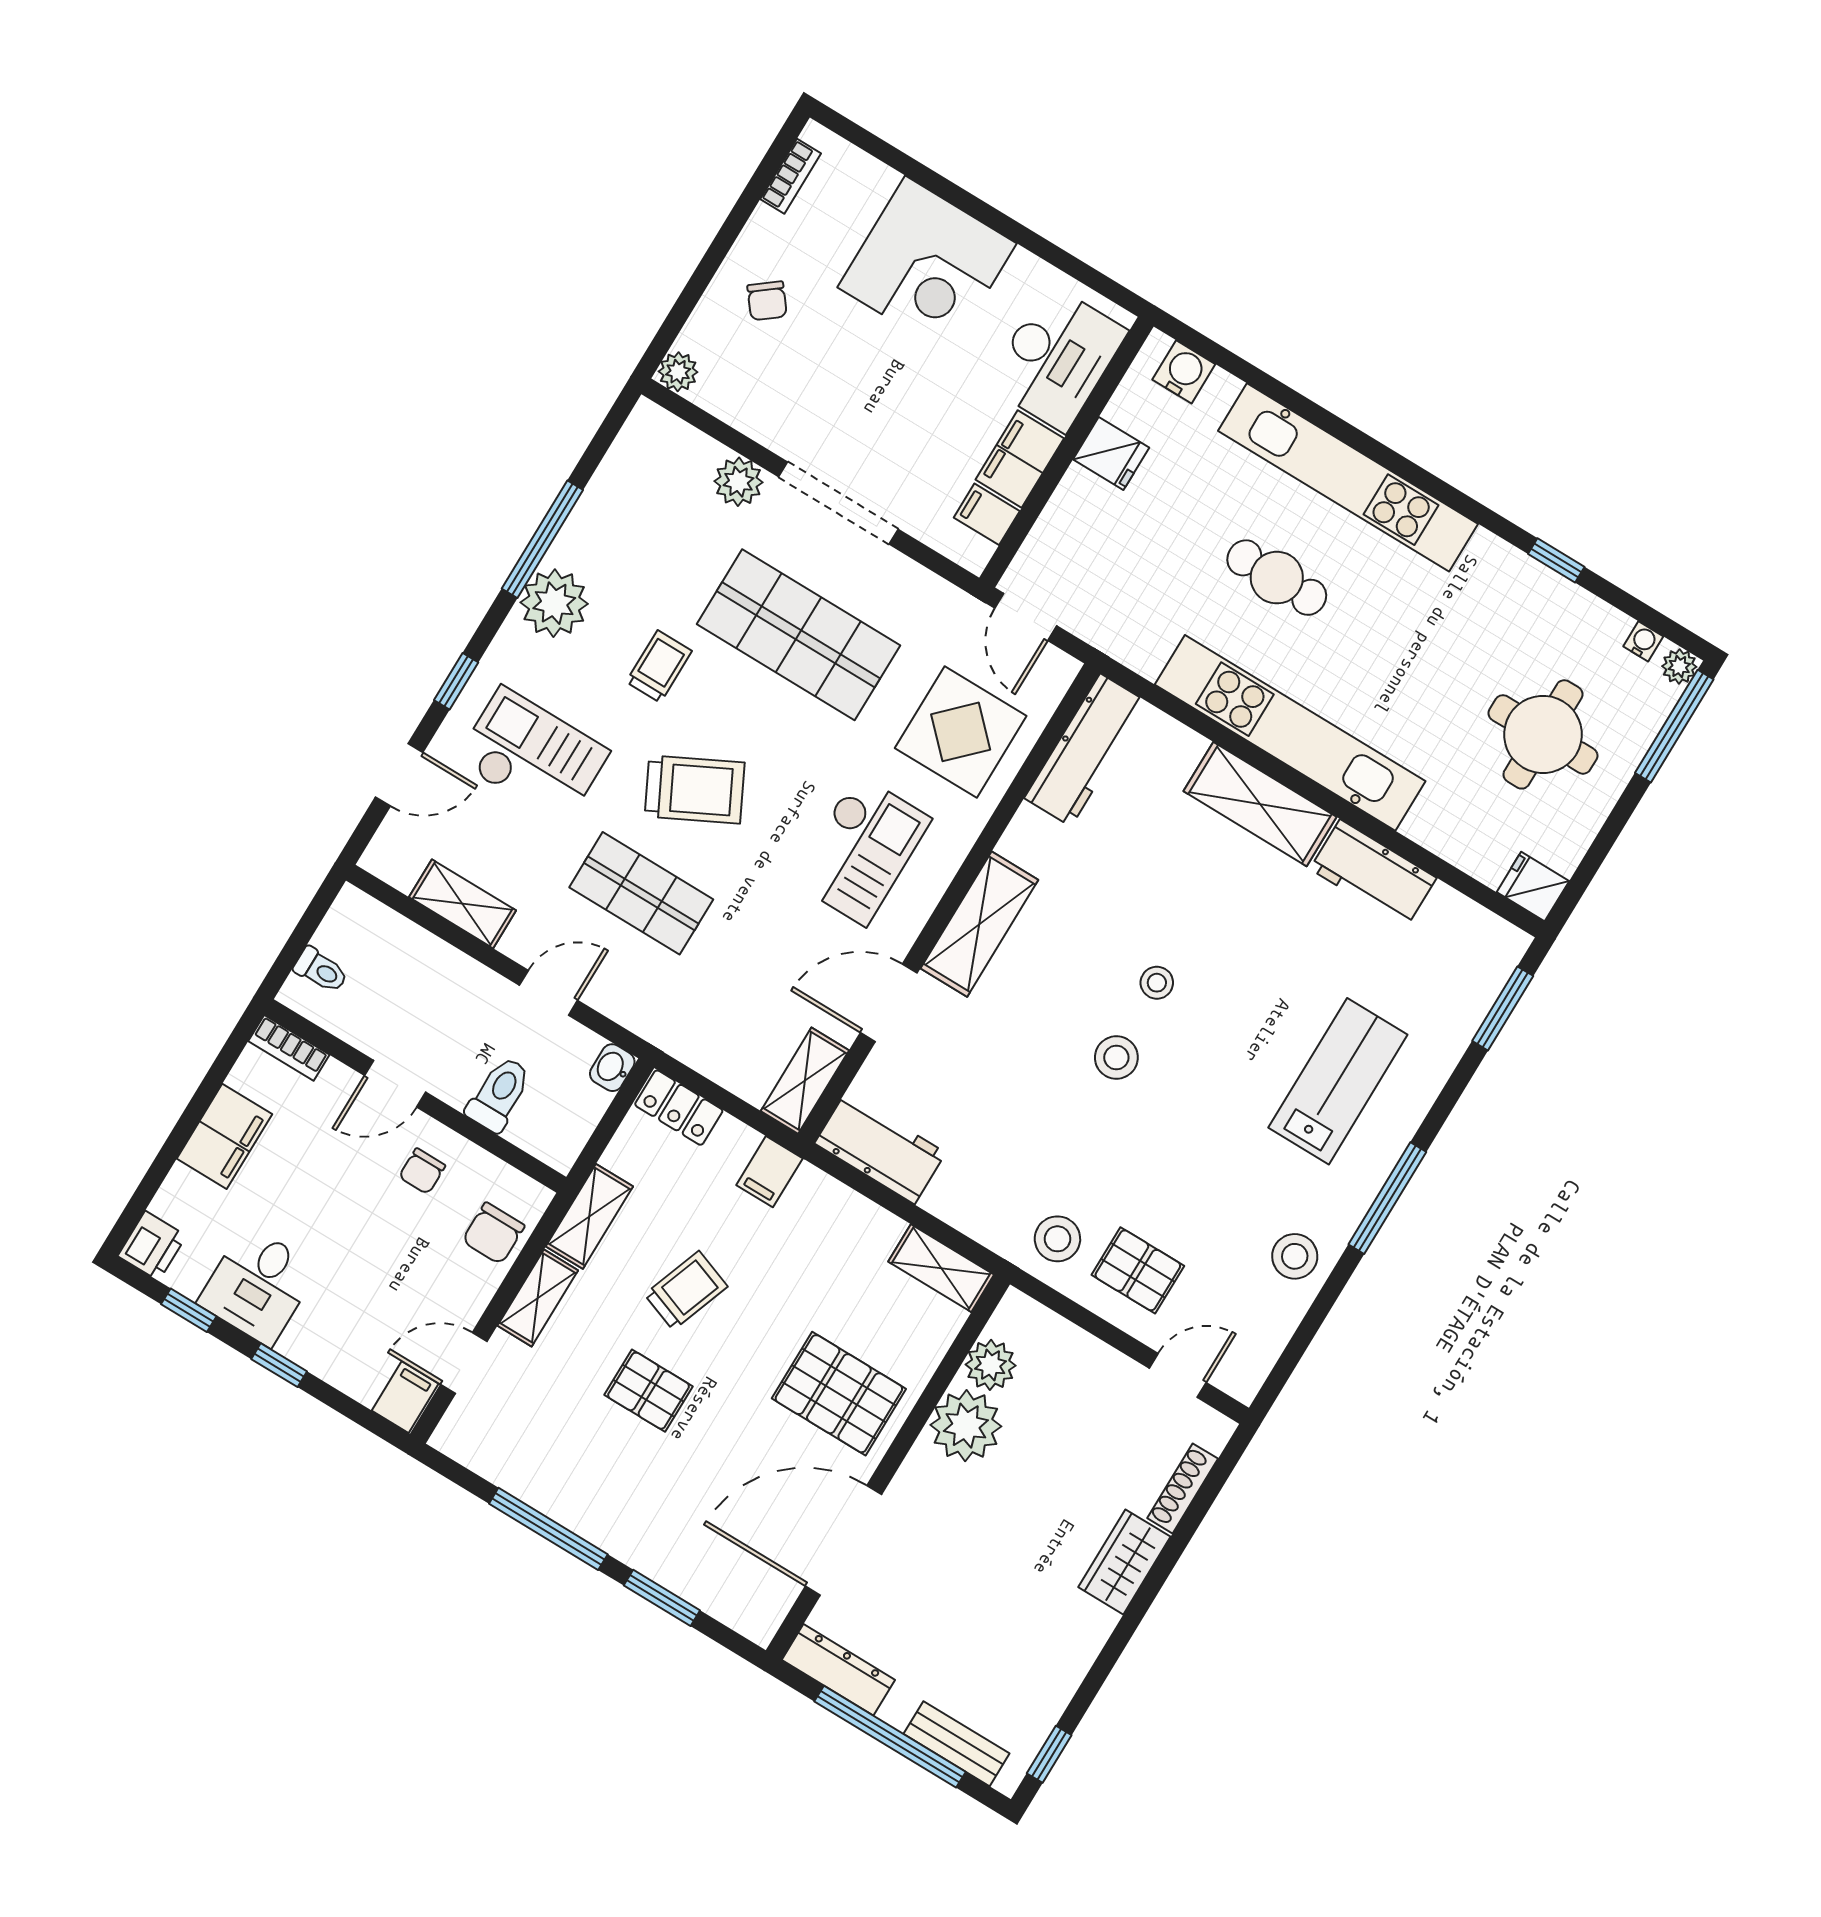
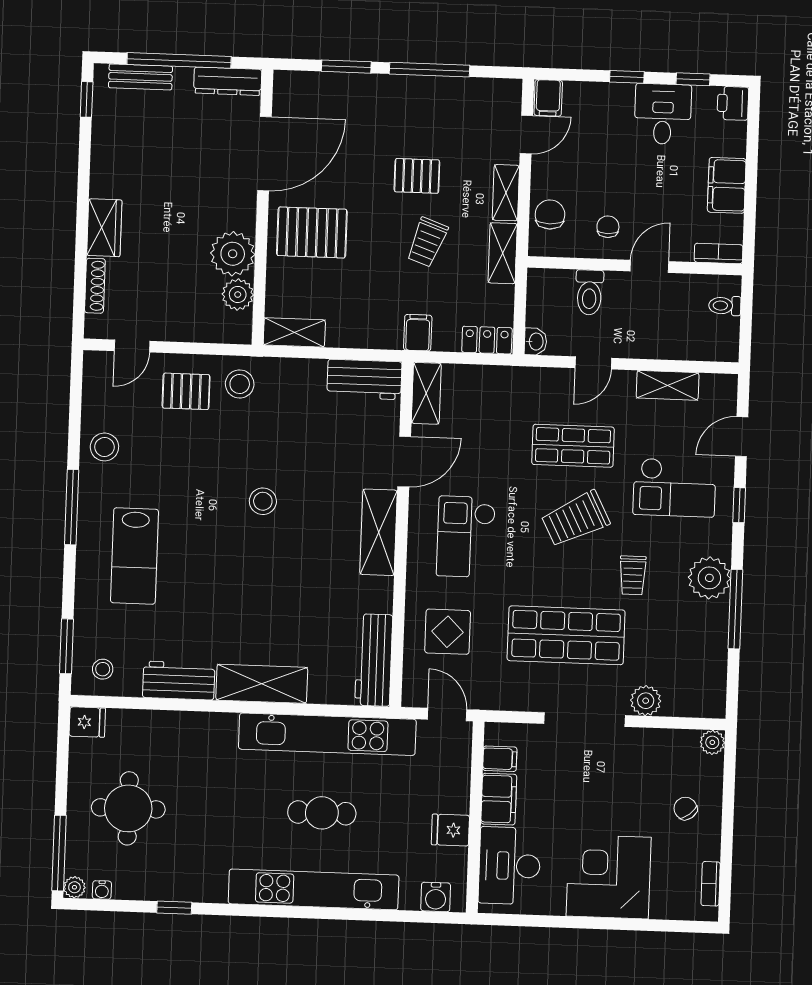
display table: (961, 732) -> (448, 632), width x0.73, depth x0.73
kitchen unit: (1290, 733) -> (327, 734), moved
stool: (1157, 983) -> (103, 669), moved

